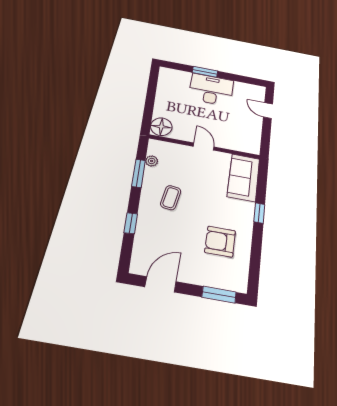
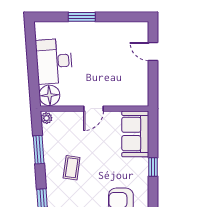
desk: (211, 90) -> (54, 61), moved, turned -94
door: (204, 147) -> (93, 109), swing flipped
plant: (152, 161) -> (47, 118), moved

